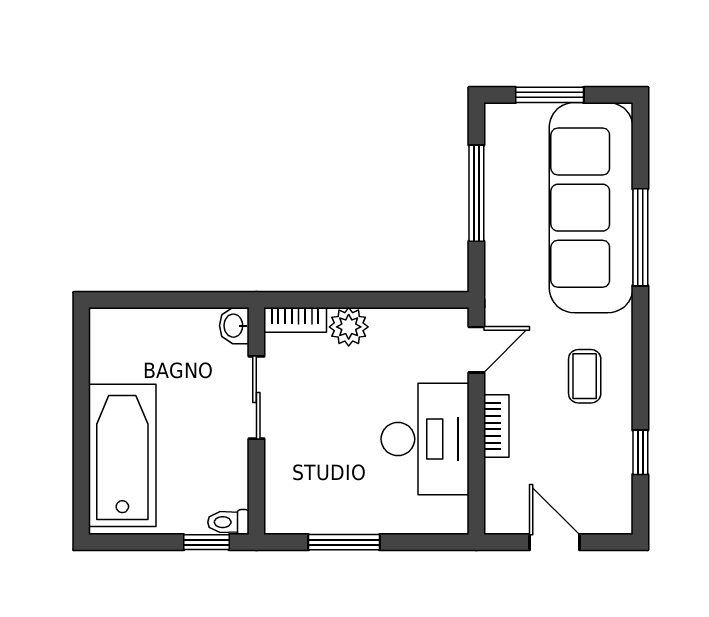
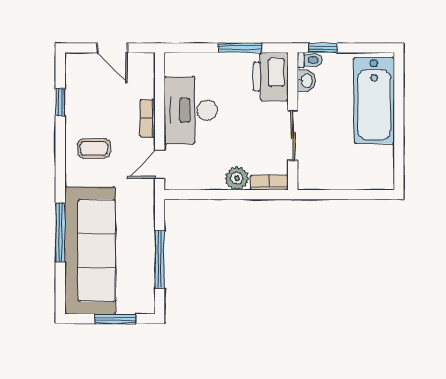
washbasin: (234, 326) -> (306, 81), moved
coffee table: (585, 376) -> (94, 148), turned 90
printer: (293, 495) -> (271, 77), added

